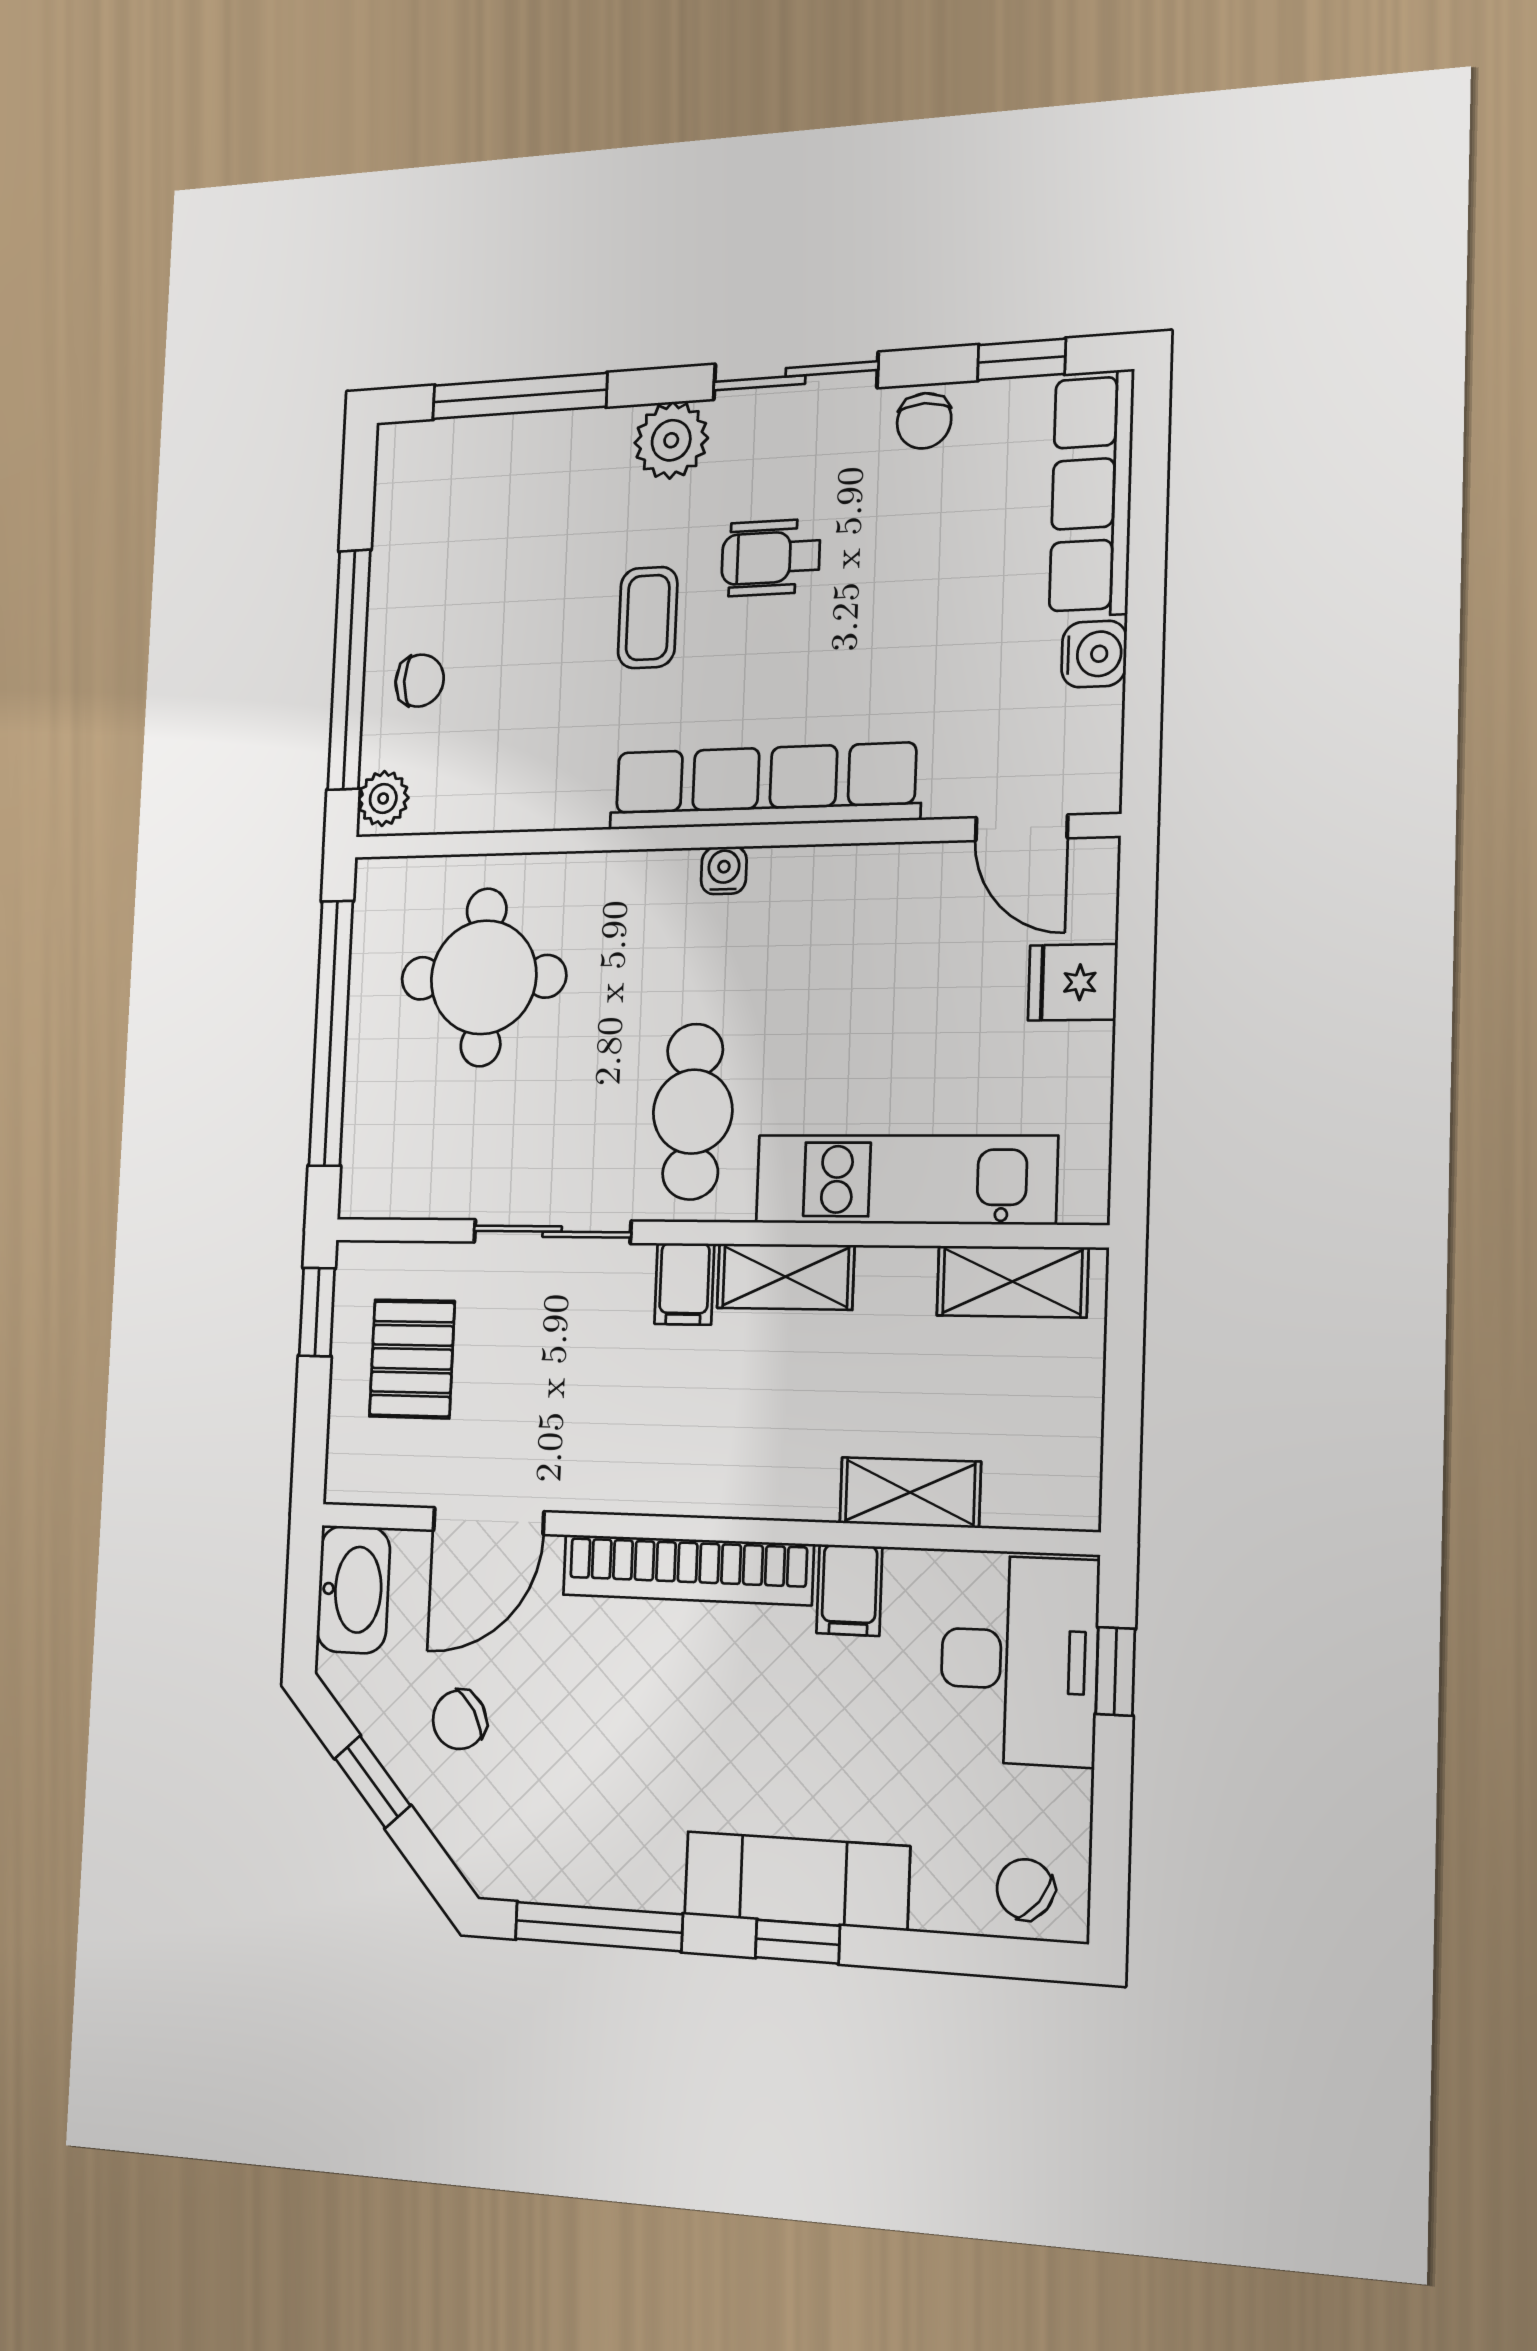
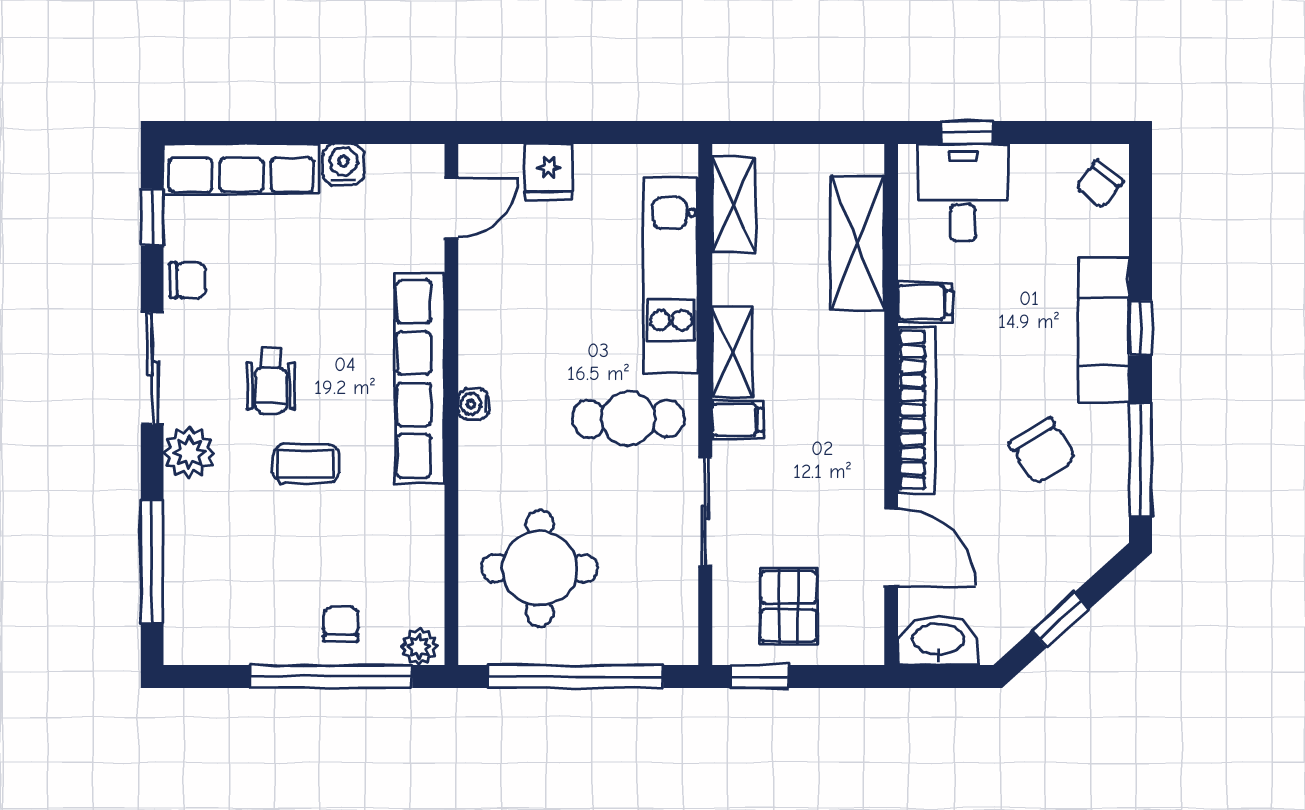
pallet: (412, 1359) -> (789, 607), turned 90
shelving: (910, 1492) -> (857, 243), width x1.50, depth x1.33
desk: (1019, 1660) -> (963, 193), width x0.73
chair: (459, 1720) -> (1043, 451), moved, width x1.37, depth x1.37

